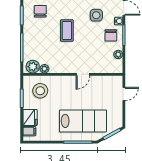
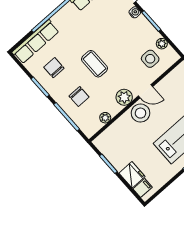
side table: (96, 15) -> (150, 59), moved
chair: (111, 35) -> (79, 97), moved
plant: (33, 67) -> (124, 97), moved
door: (83, 74) -> (145, 91), hinge flipped
stool: (40, 91) -> (140, 113), moved

